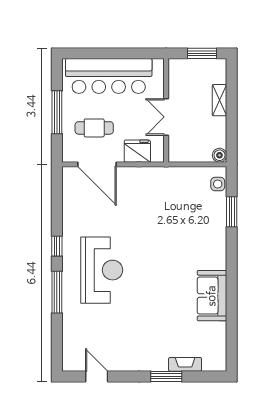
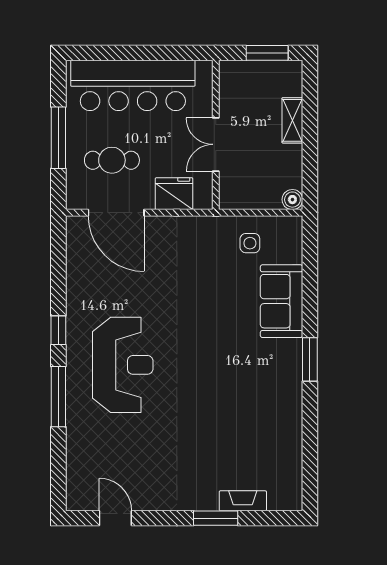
side table: (218, 184) -> (250, 243), moved
window: (232, 212) -> (310, 359), moved
sofa: (212, 296) -> (282, 301), moved

